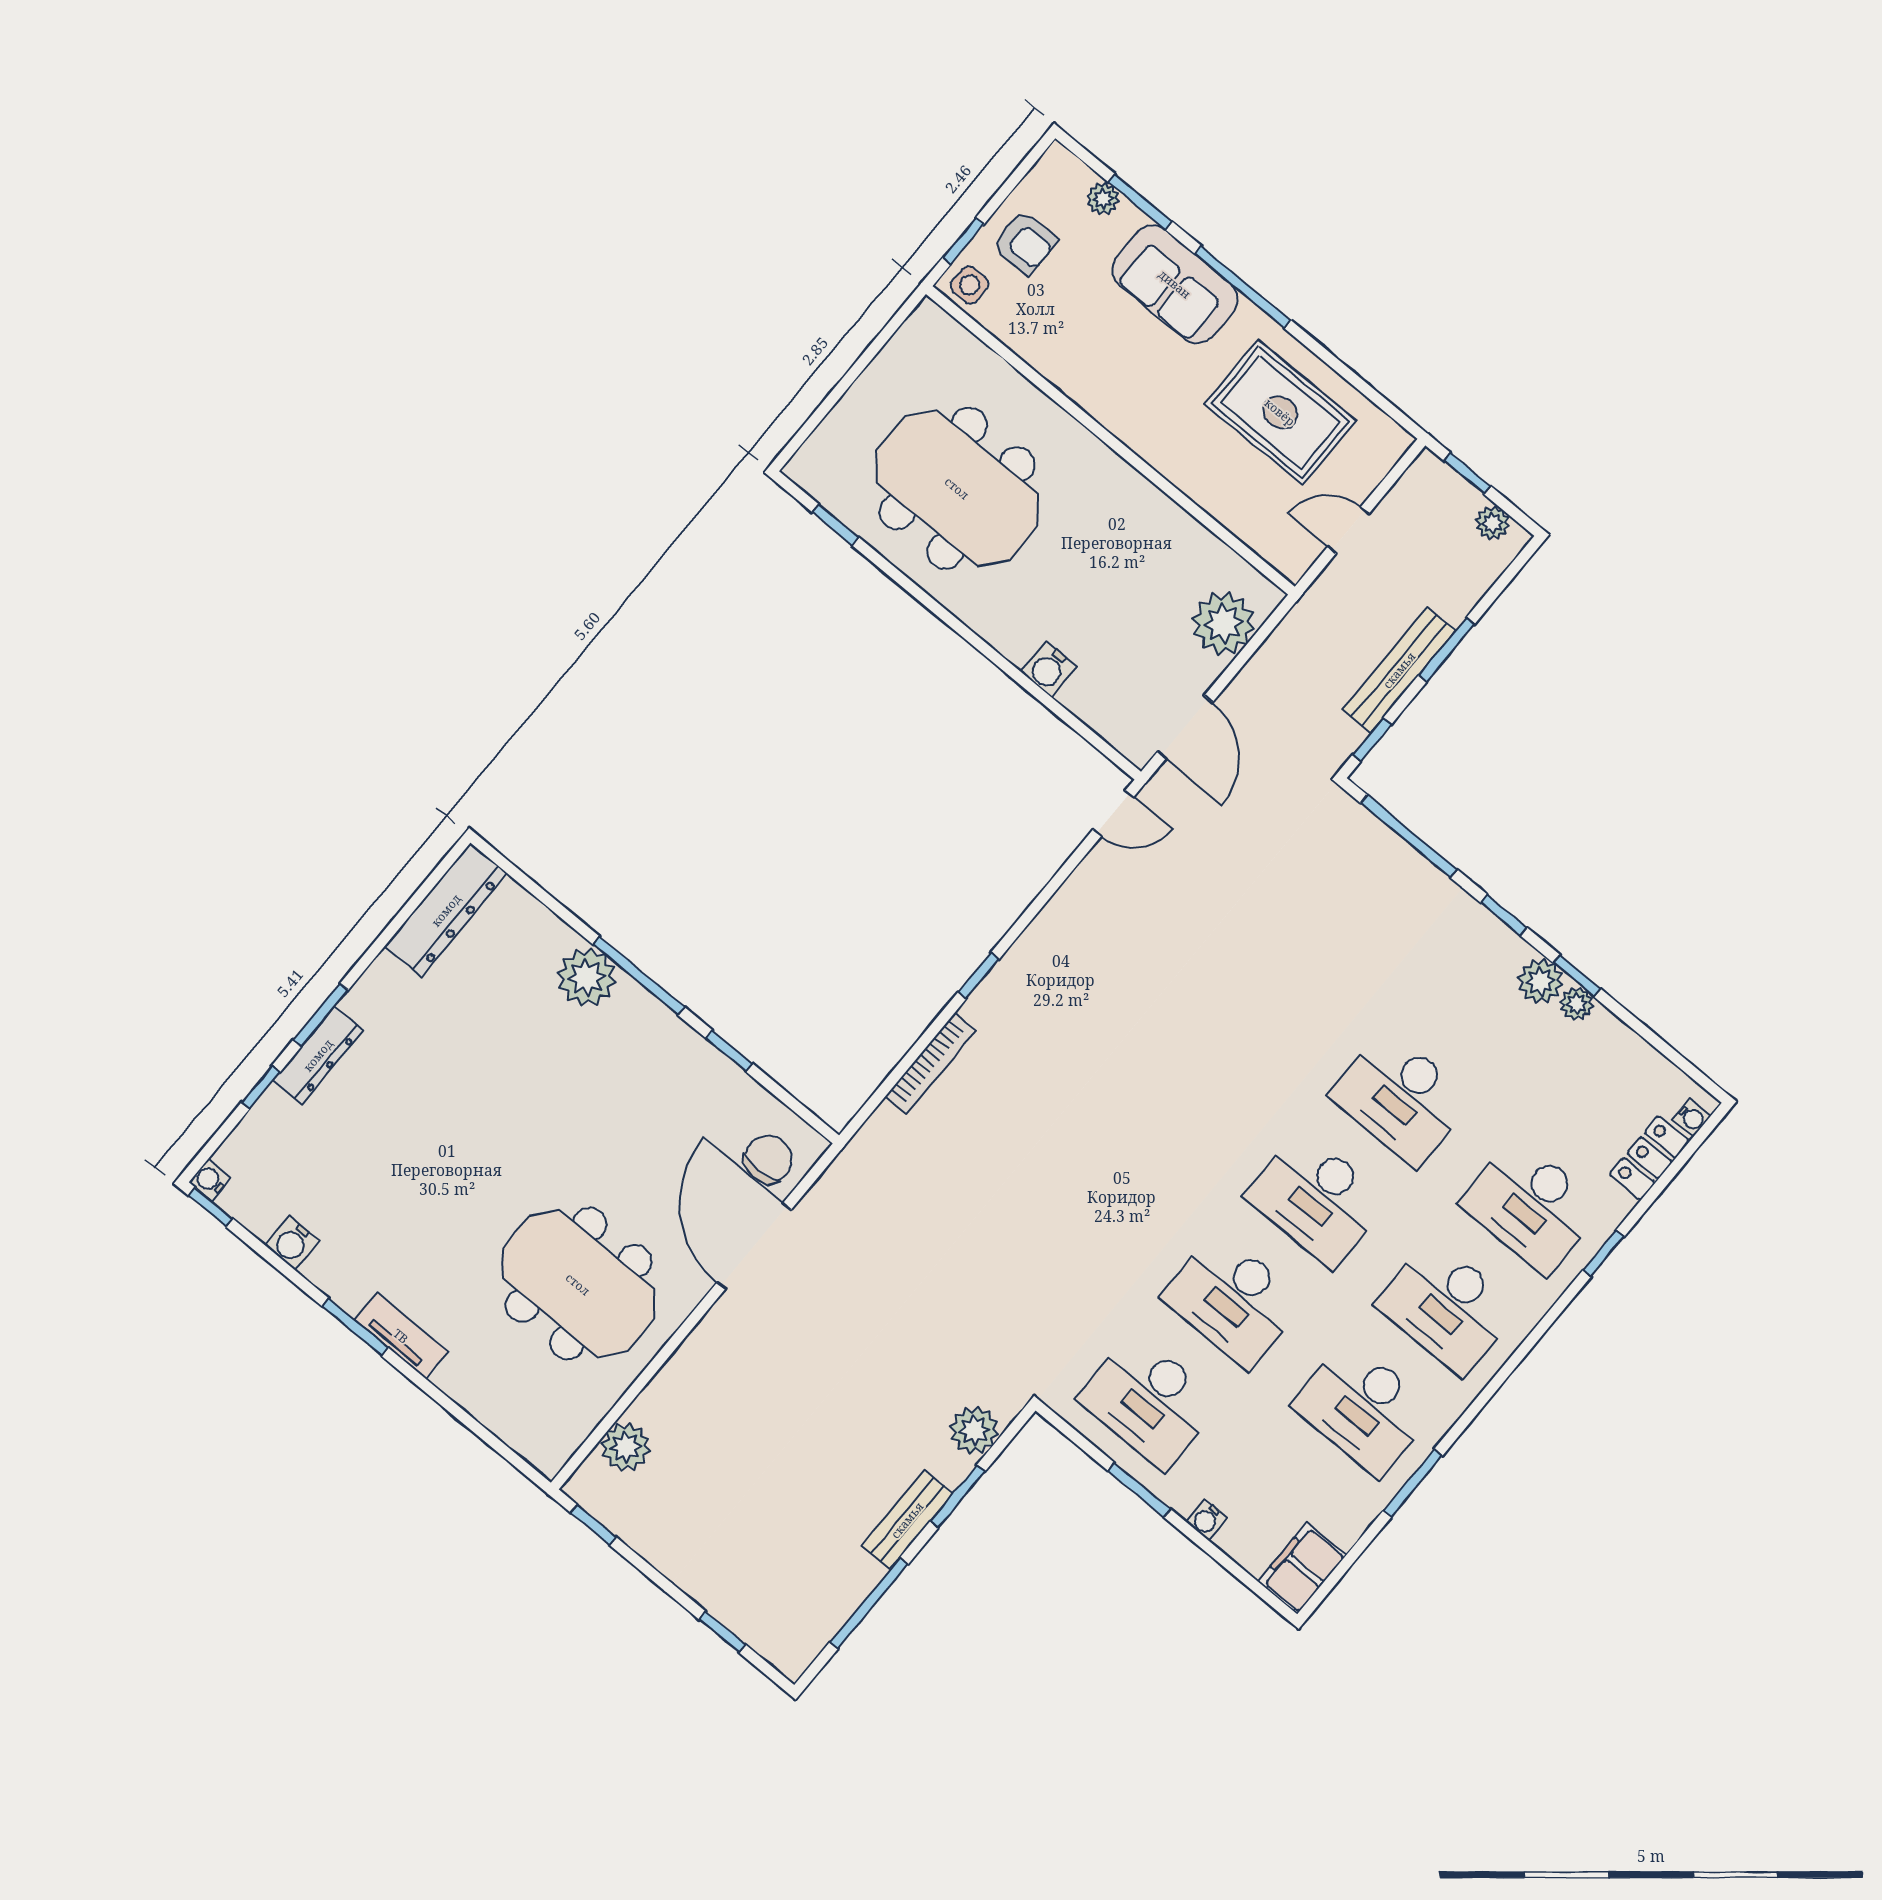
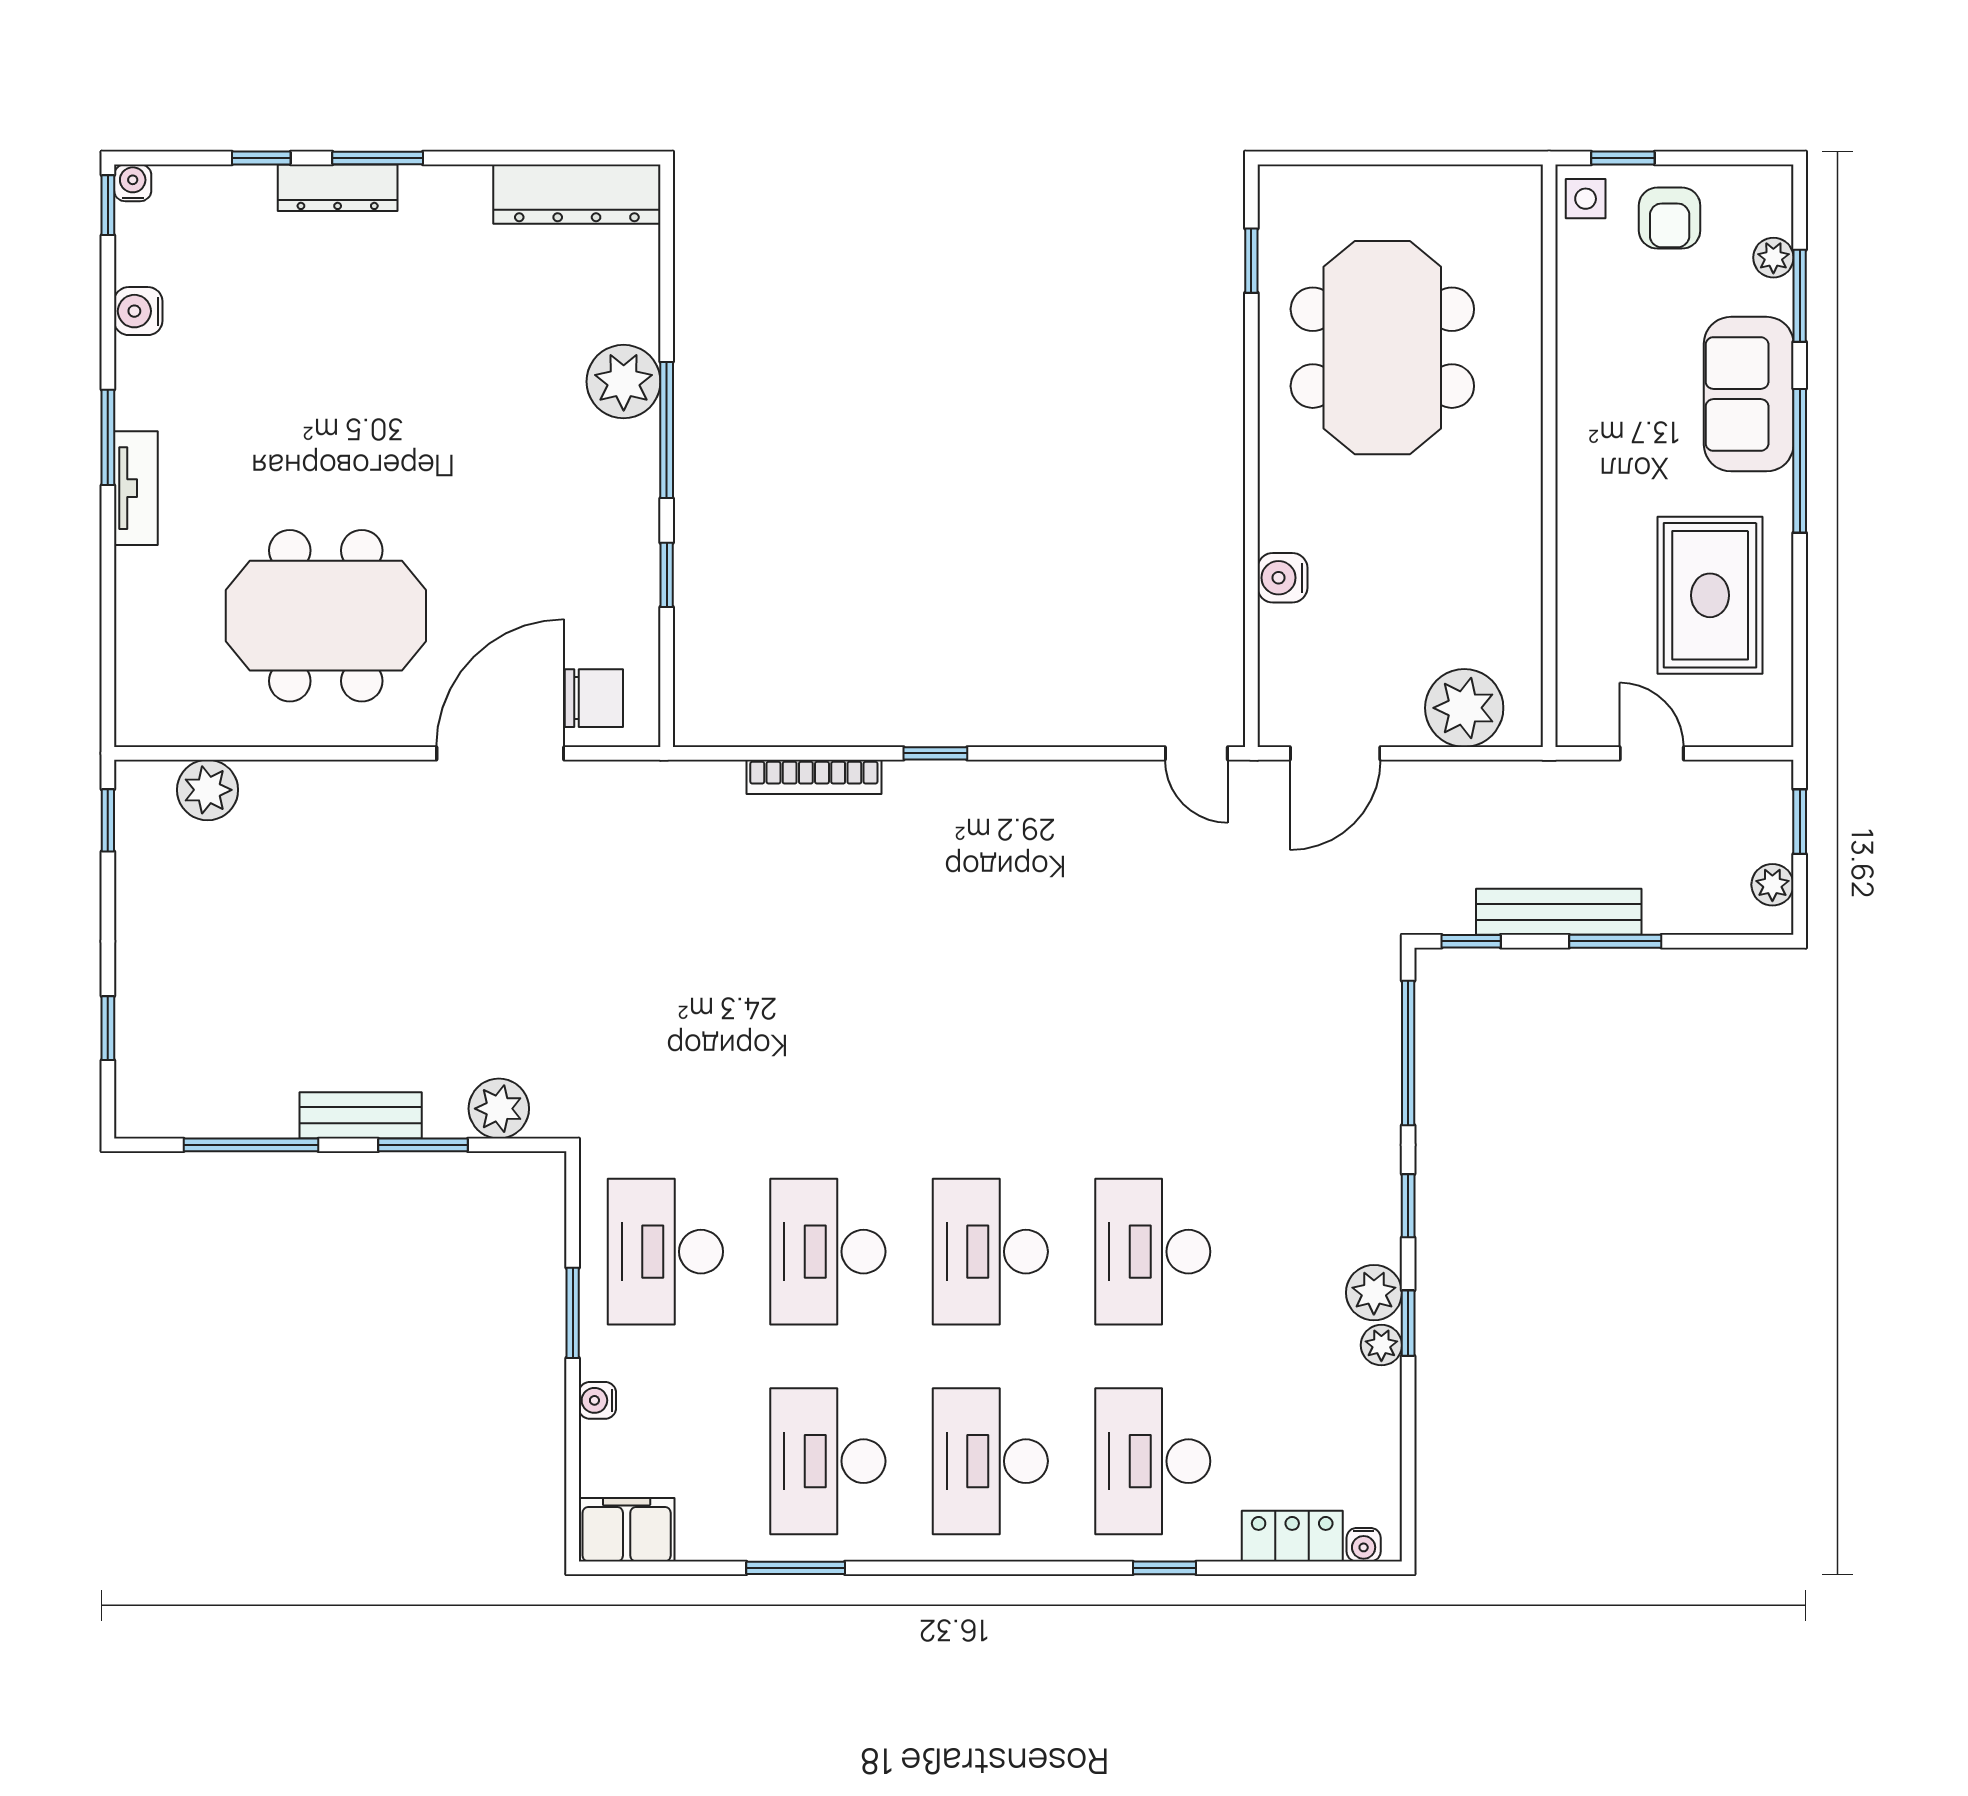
meeting table: (578, 1284) -> (326, 616), turned 90

